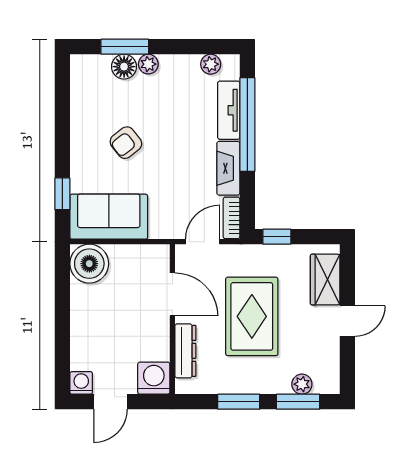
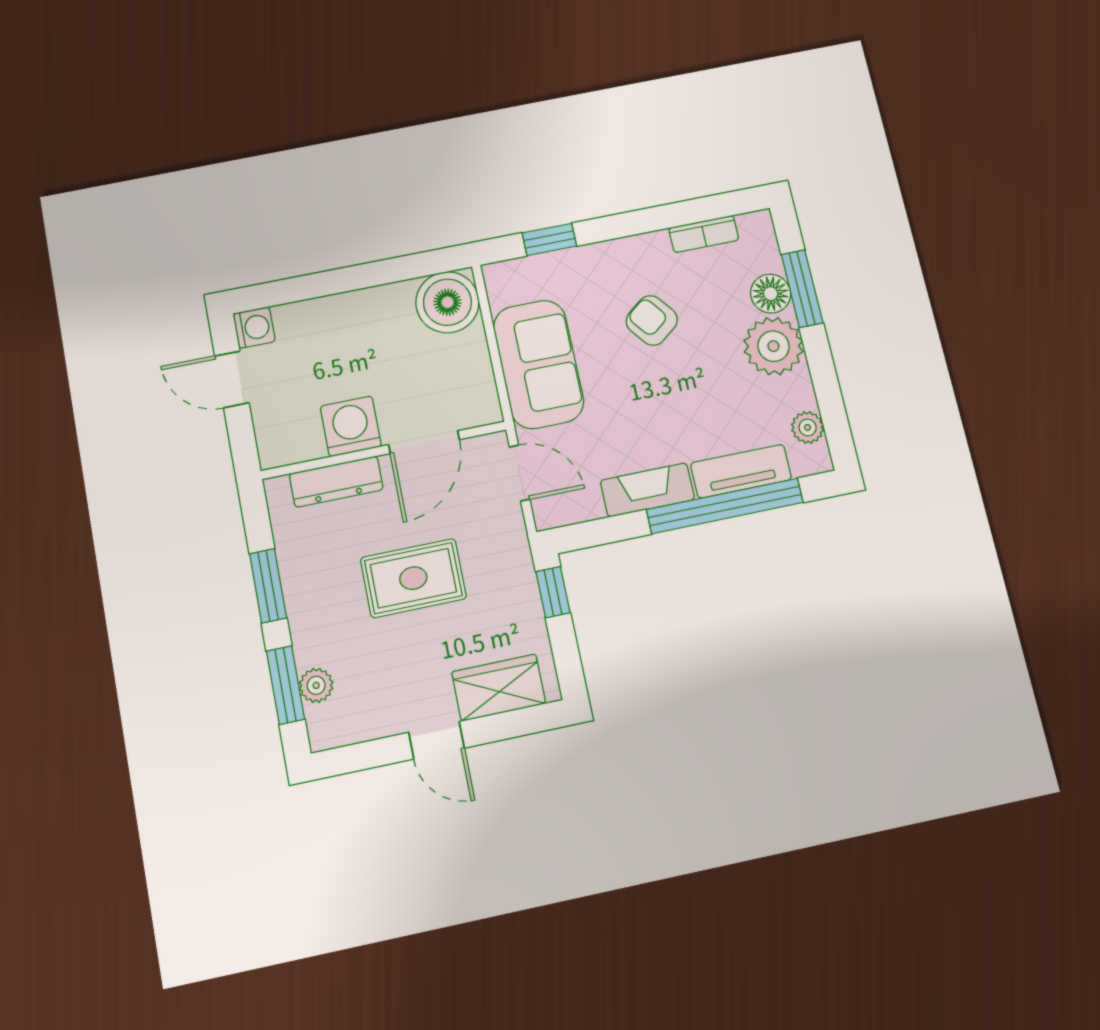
plant: (148, 64) -> (773, 346), width x1.88, depth x1.88
sofa: (109, 217) -> (538, 364), moved
bookcase: (231, 218) -> (704, 234), moved, turned 180
rug: (252, 316) -> (413, 578), width x0.73, depth x0.70
washing machine: (154, 378) -> (351, 426), moved, turned -90

